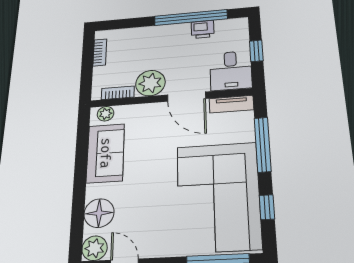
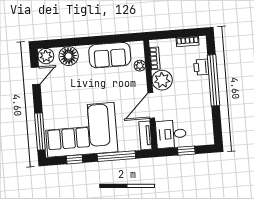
window: (191, 17) -> (214, 80), moved
printer: (203, 29) -> (201, 67), moved
plant: (106, 114) -> (140, 66), moved

